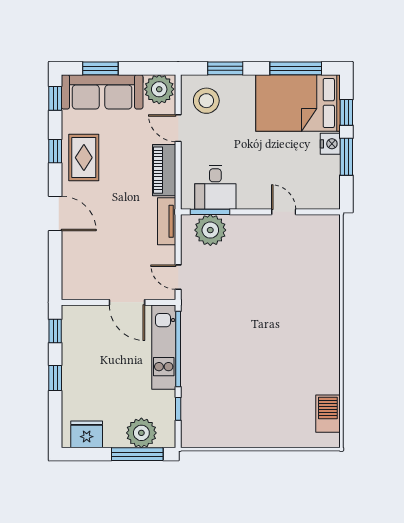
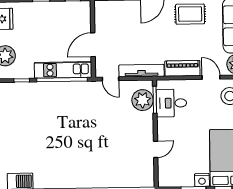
door: (178, 128) -> (211, 77), hinge flipped
tv unit: (167, 221) -> (142, 71), width x1.41
door: (178, 277) -> (110, 79), swing flipped

